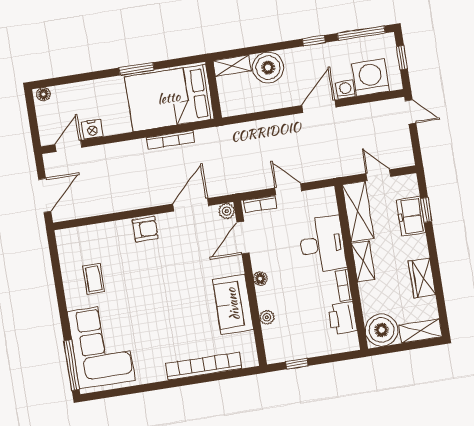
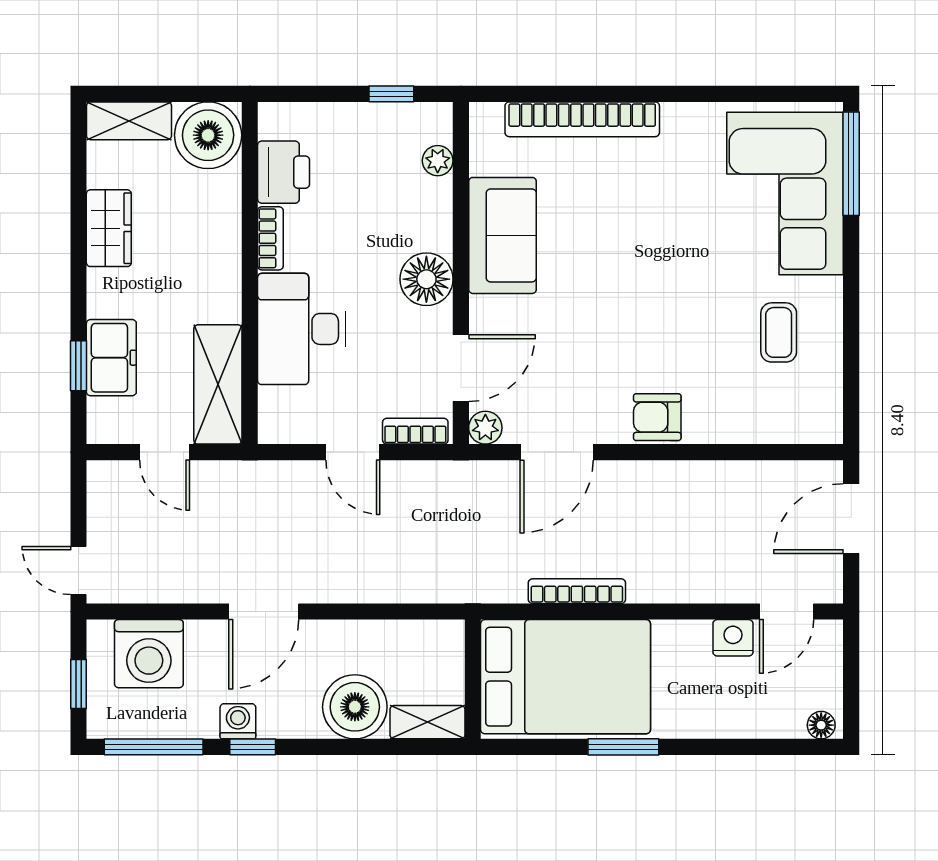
washing machine: (345, 89) -> (238, 721), moved, turned 180
shelving: (363, 261) -> (224, 281), removed
floor lamp: (260, 279) -> (426, 279), width x1.89, depth x1.89
plant: (267, 317) -> (438, 161), moved

